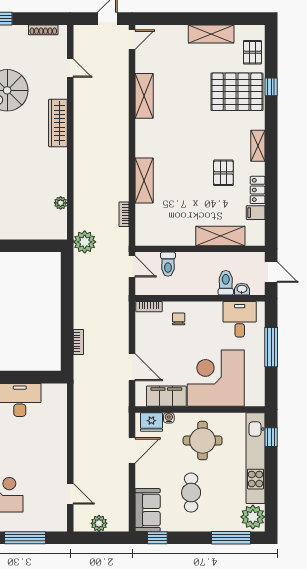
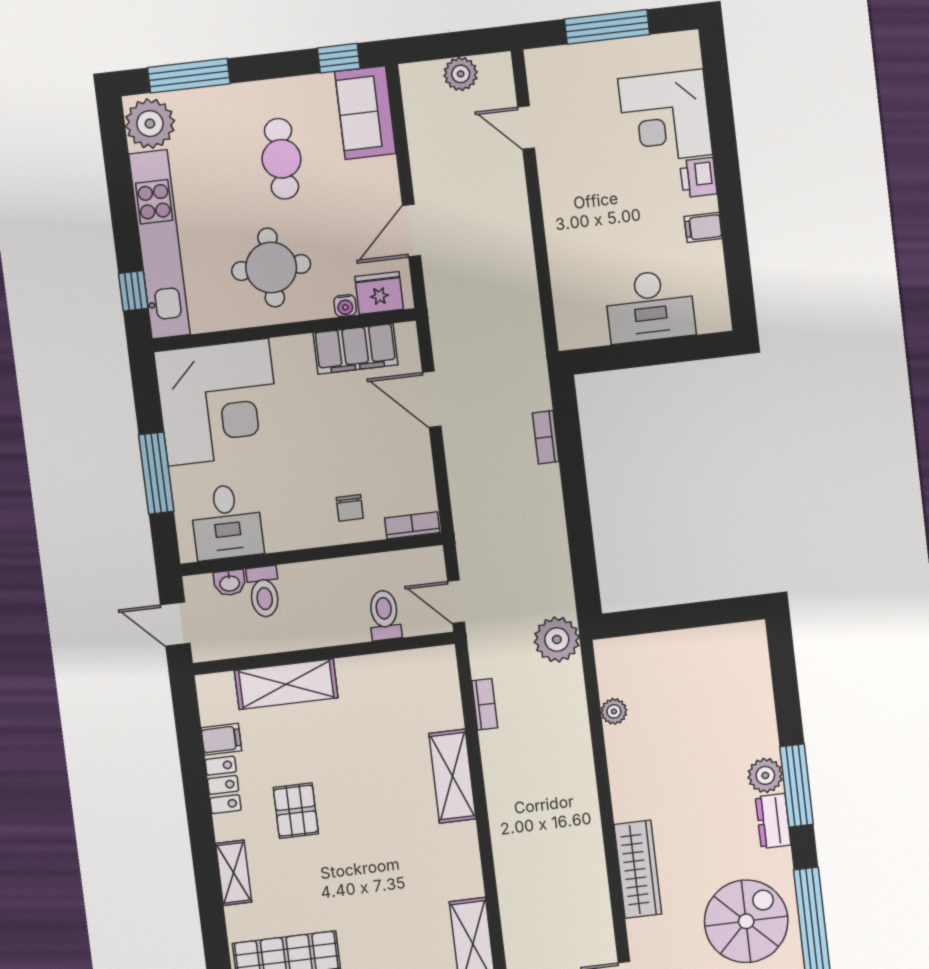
corner desk: (216, 378) -> (218, 402), moved

